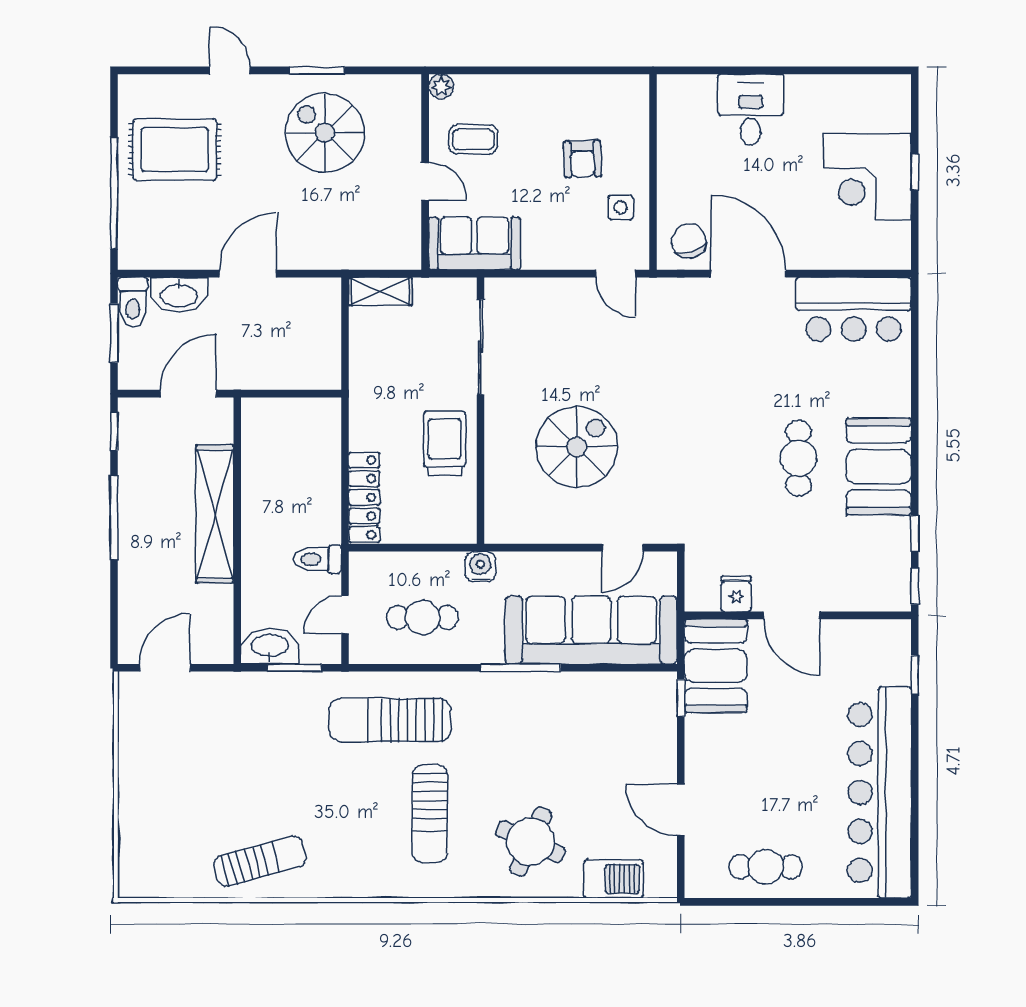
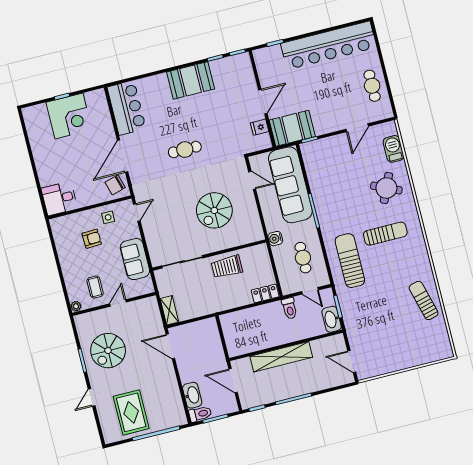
desk: (751, 110) -> (59, 198), moved
sofa: (474, 243) -> (135, 259), moved
door: (248, 274) -> (170, 346), moved
spiral stairs: (577, 447) -> (214, 210), turned -90
cafe table: (798, 458) -> (185, 150), moved
locker: (364, 497) -> (265, 293), width x0.66
sun lounger: (390, 720) -> (350, 261), turned 180

